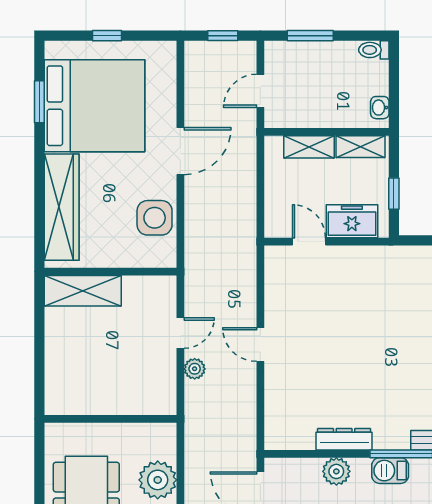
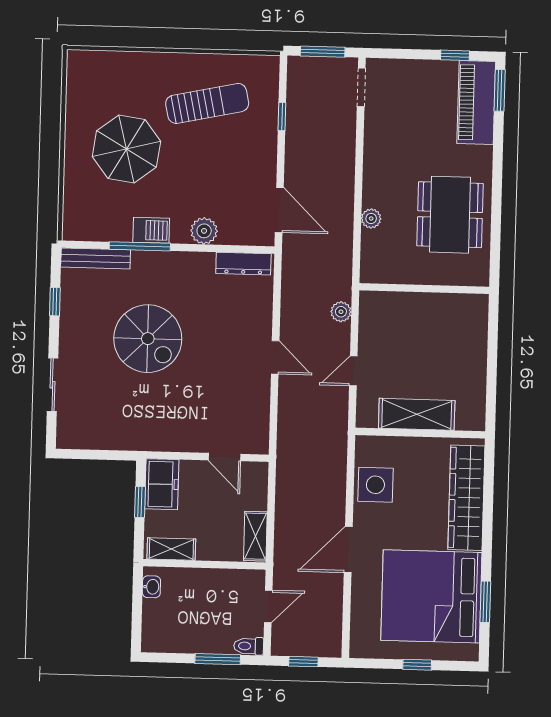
toilet: (374, 50) -> (249, 646), moved, turned 180
shelving: (309, 147) -> (255, 536), moved, turned 90
freezer: (352, 221) -> (162, 484), moved, turned -90
shelving: (83, 291) -> (417, 414), moved
spiral stairs: (391, 360) -> (148, 339), added
plant: (195, 369) -> (341, 312), moved
dresser: (344, 439) -> (243, 264), moved
plant: (158, 480) -> (371, 218), width x0.53, depth x0.53

